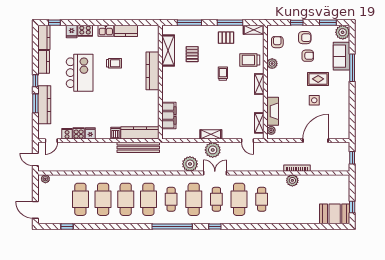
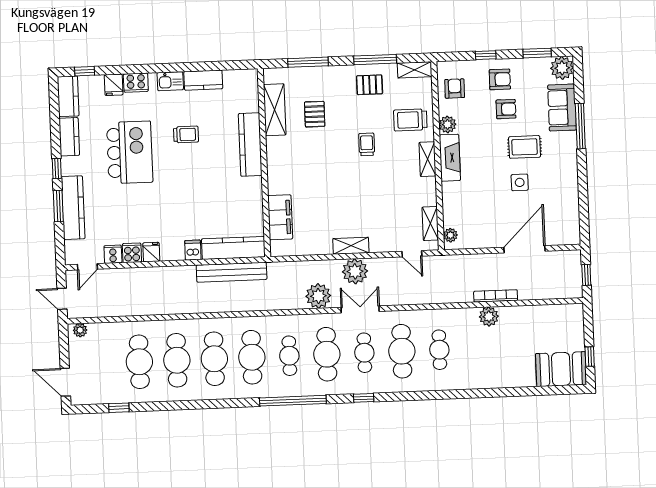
fireplace: (273, 111) -> (450, 158), moved

